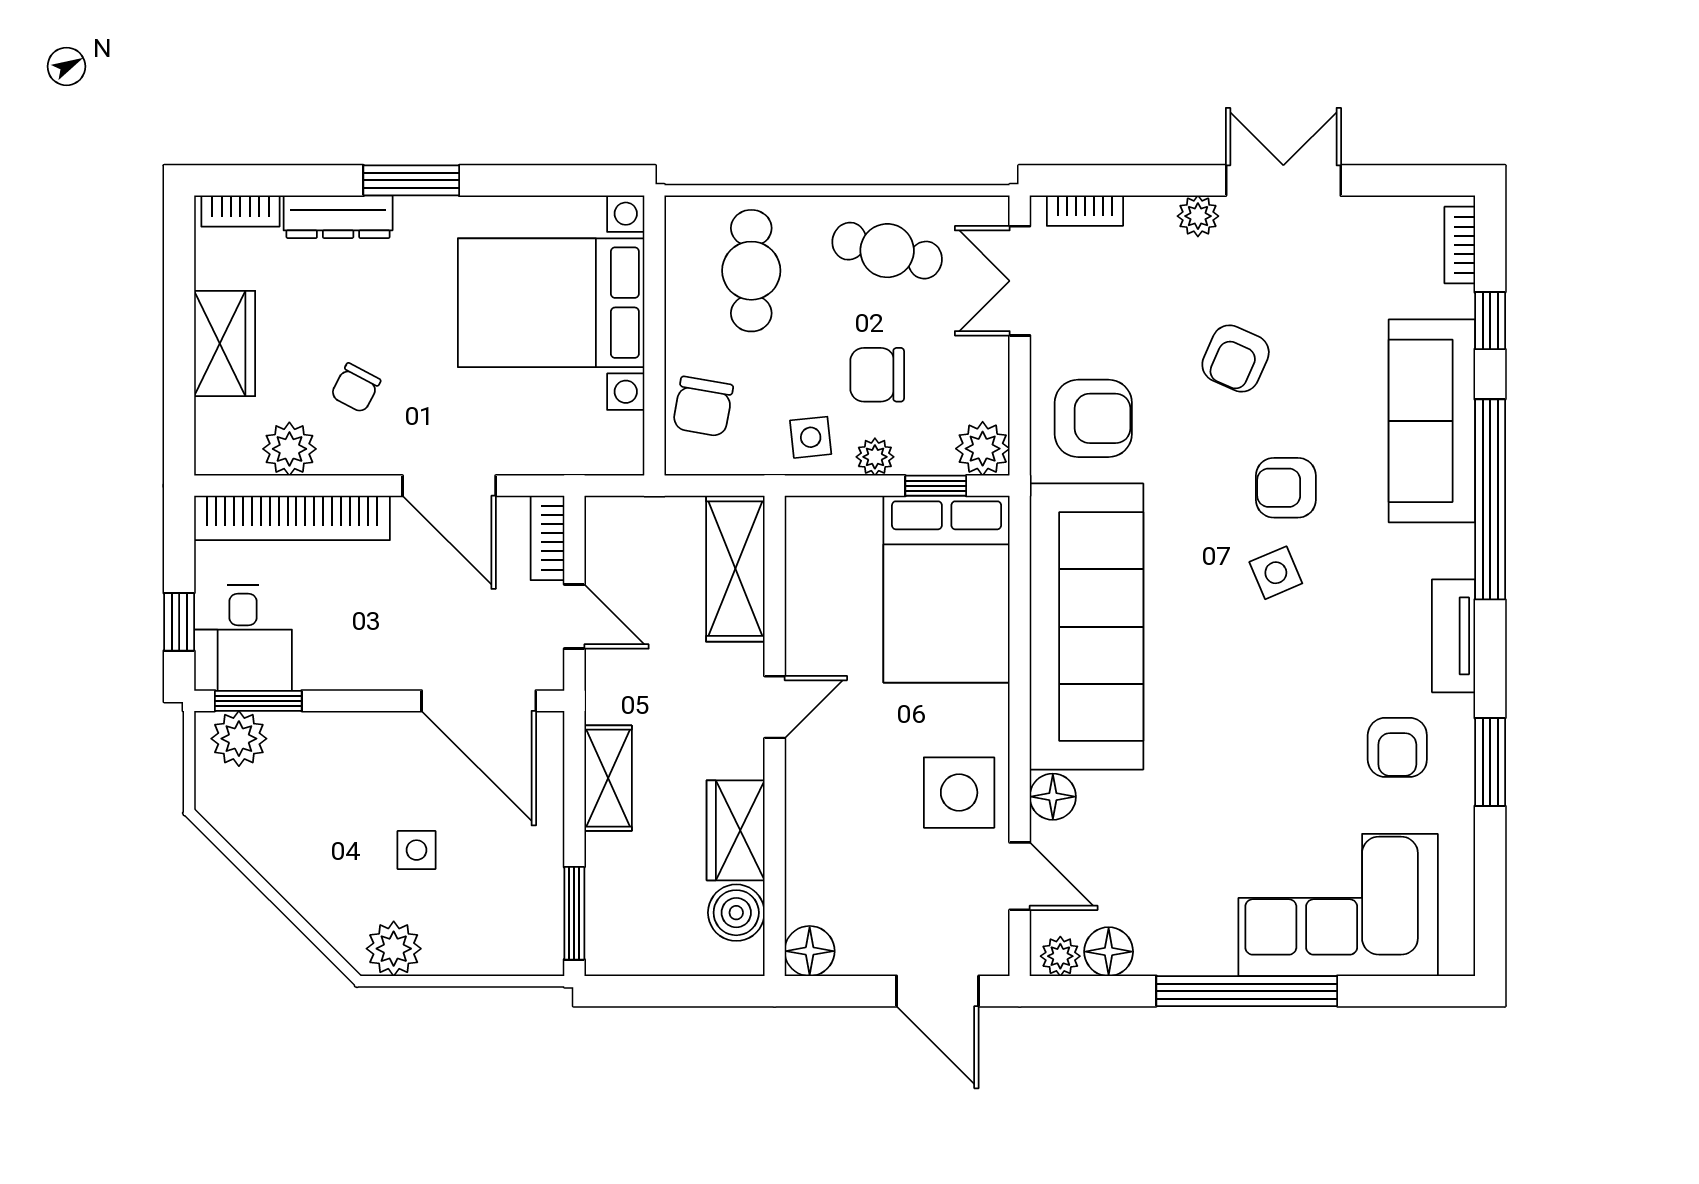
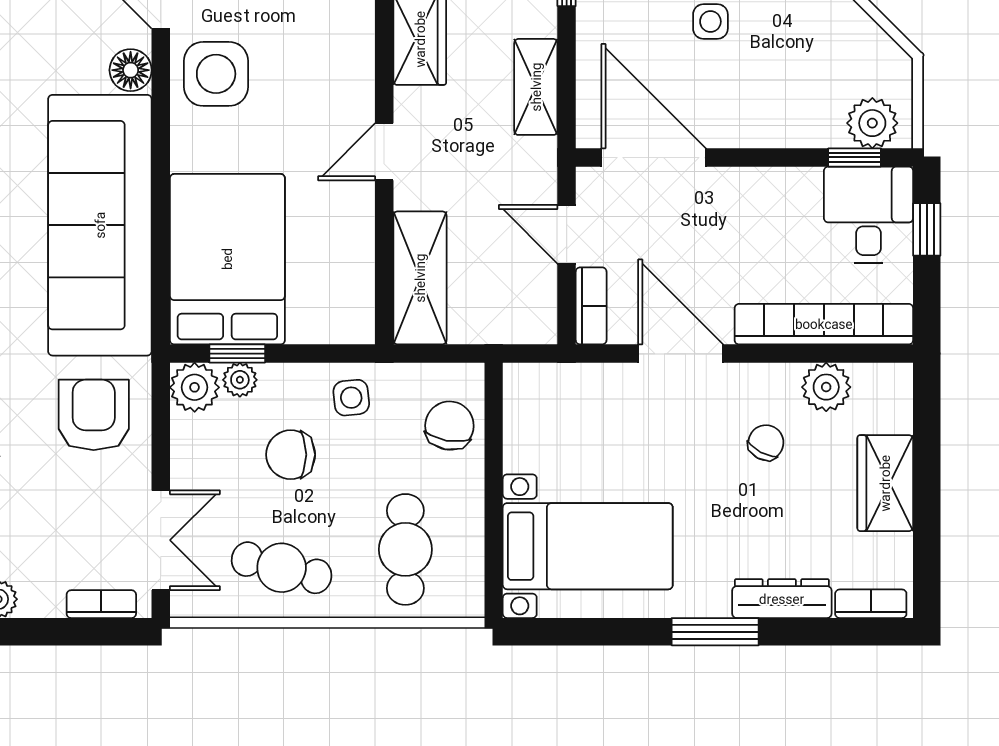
bed with nightstands: (551, 303) -> (588, 546), width x0.73
chair: (877, 375) -> (291, 455), turned 180
armchair: (1093, 418) -> (94, 415), turned 90
plant: (875, 457) -> (240, 380), moved
window: (258, 701) -> (855, 157), width x0.67

